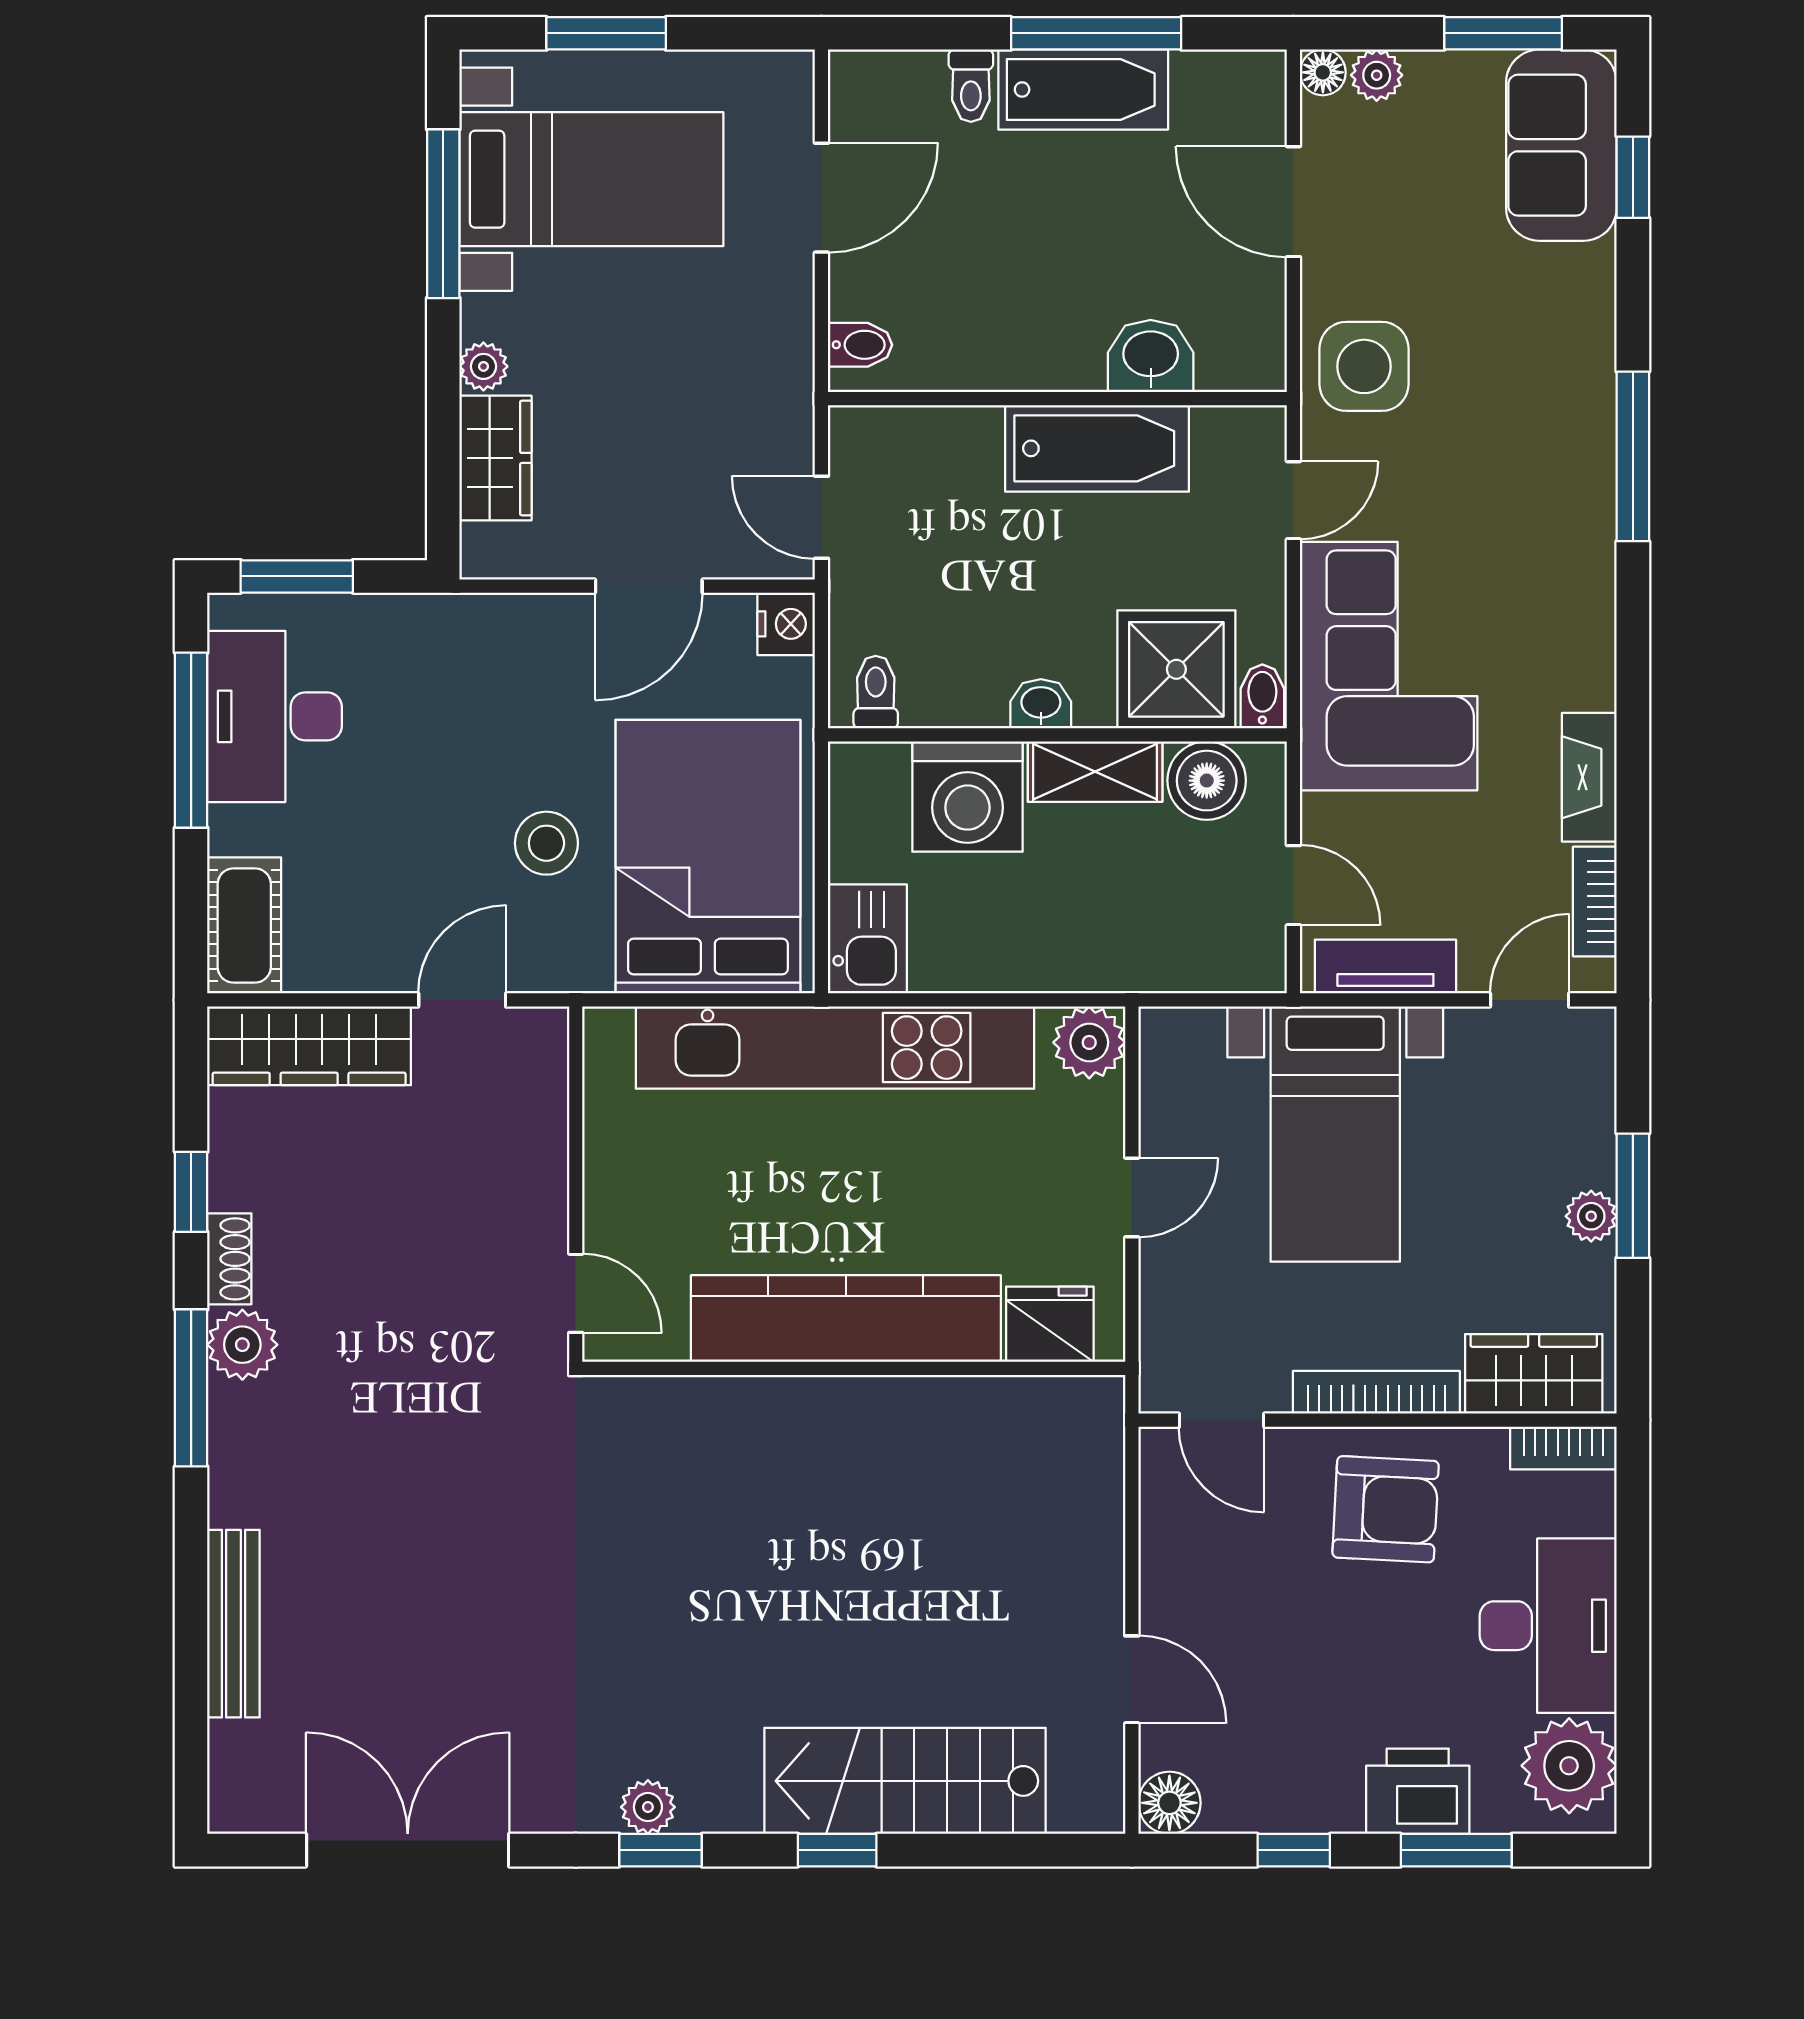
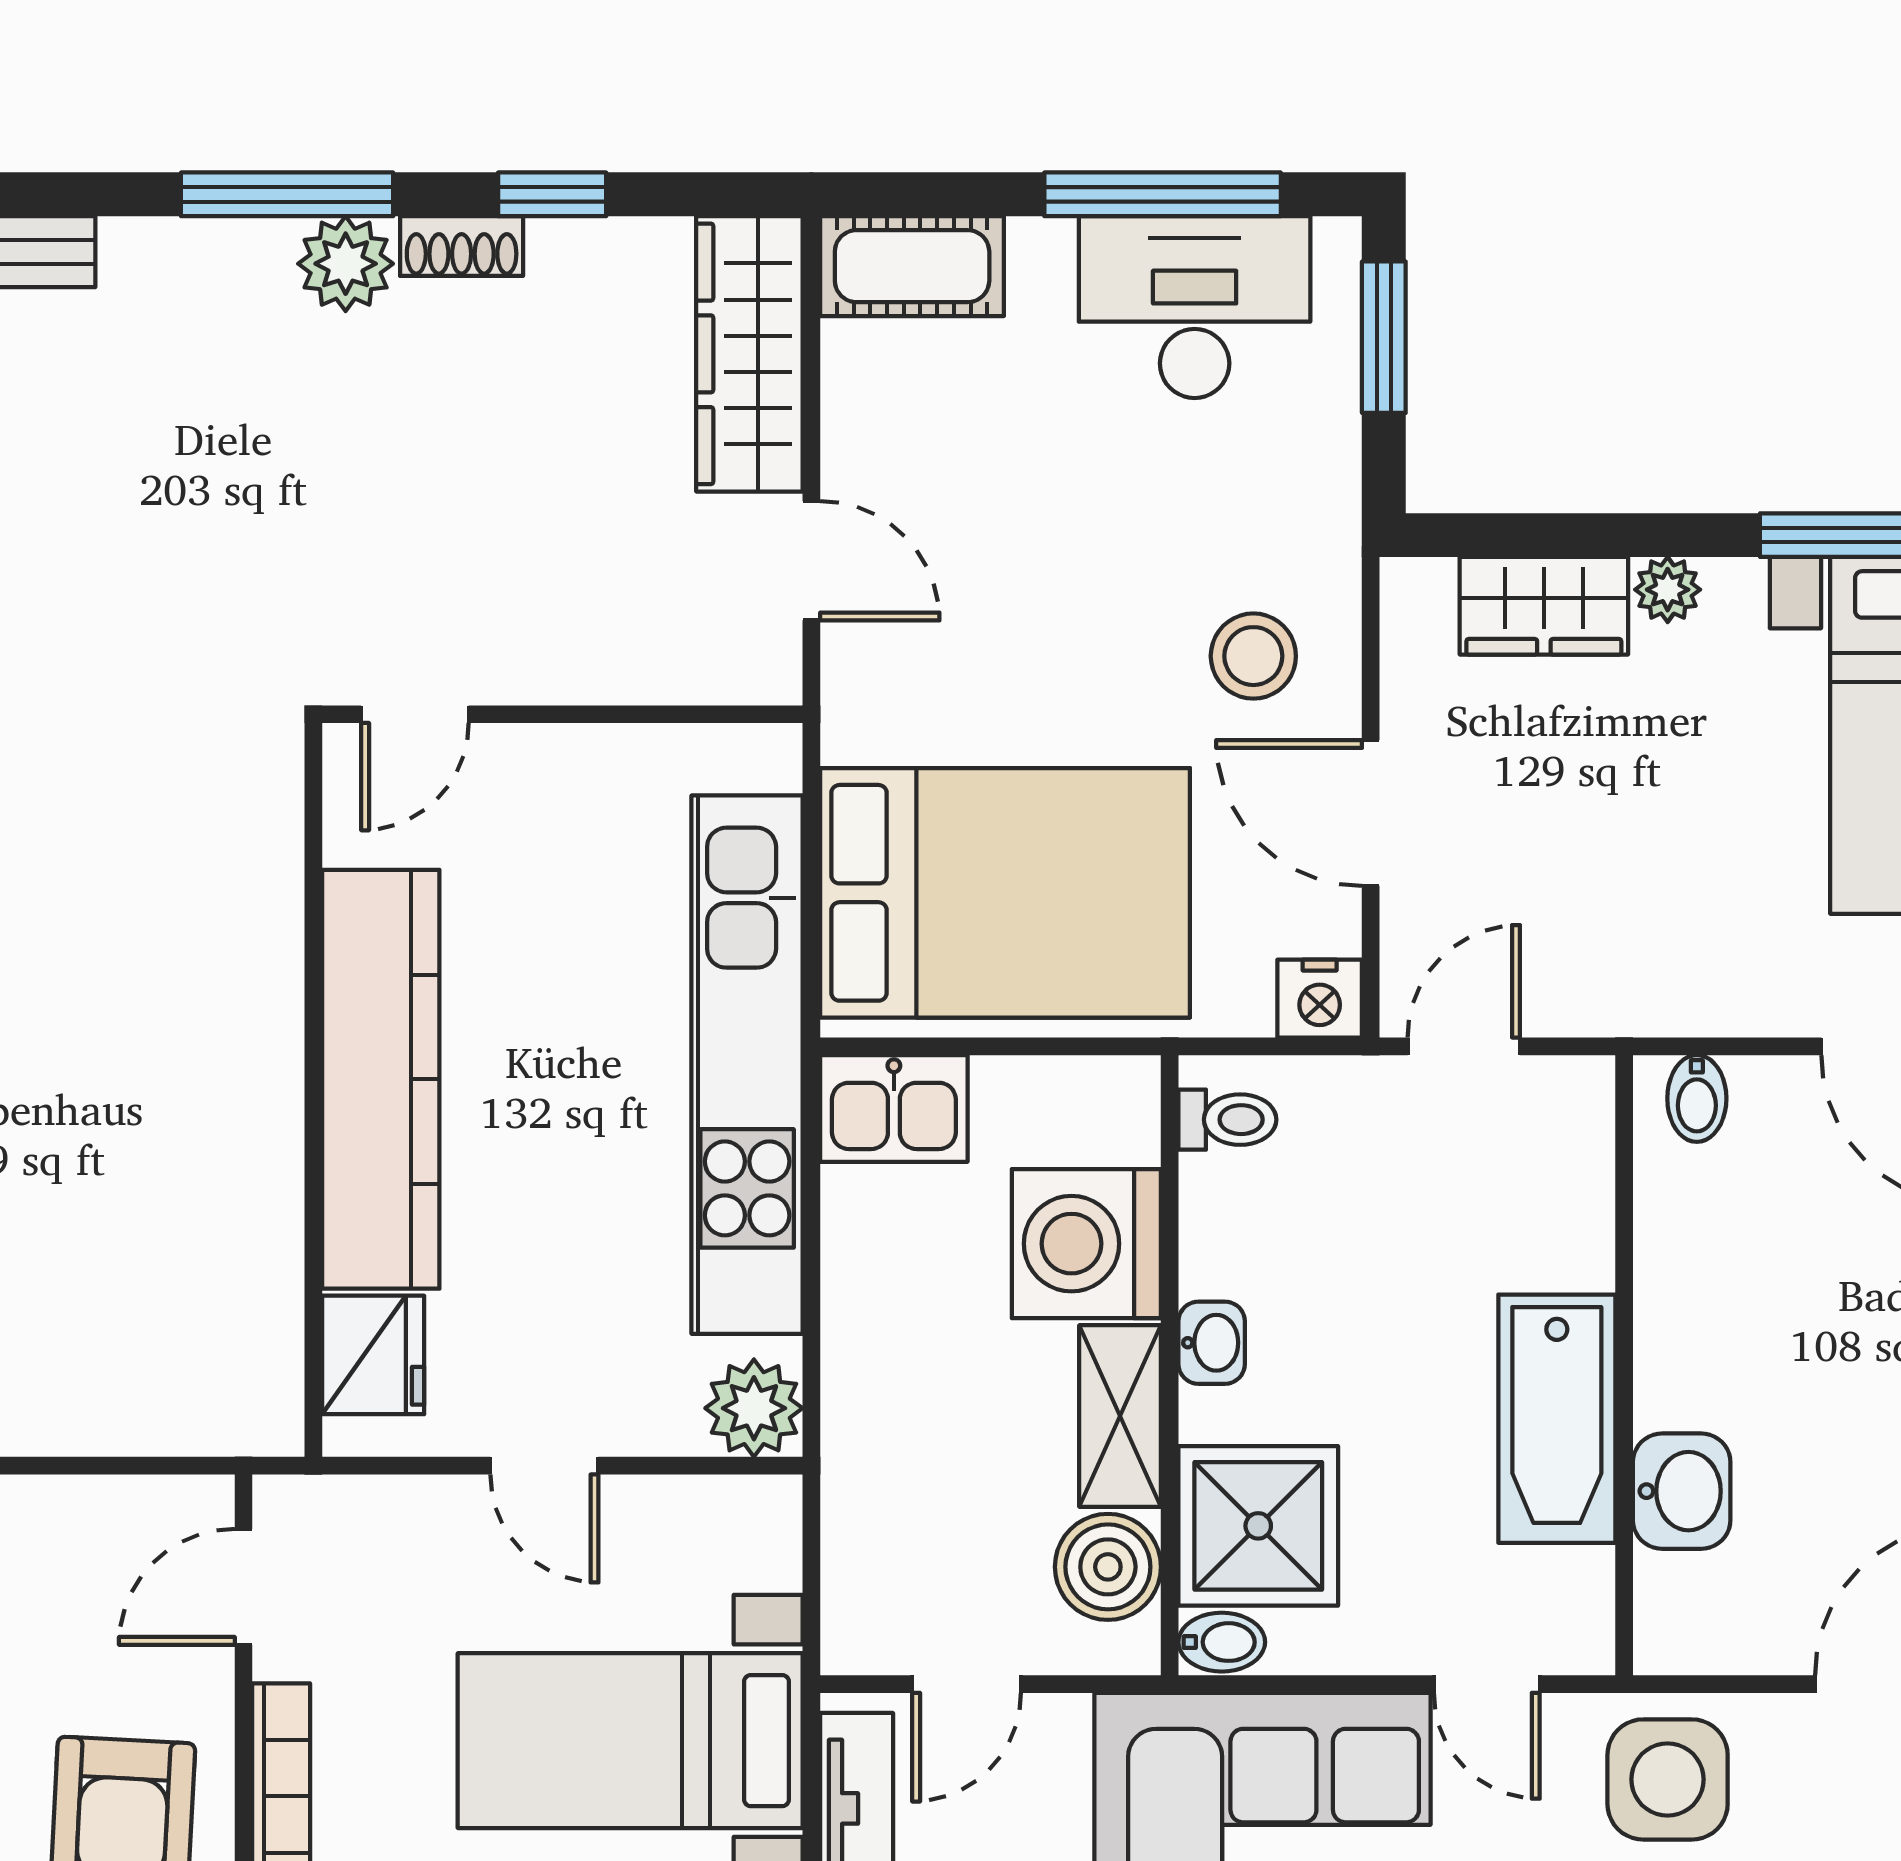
stool: (546, 843) -> (1253, 656), moved

